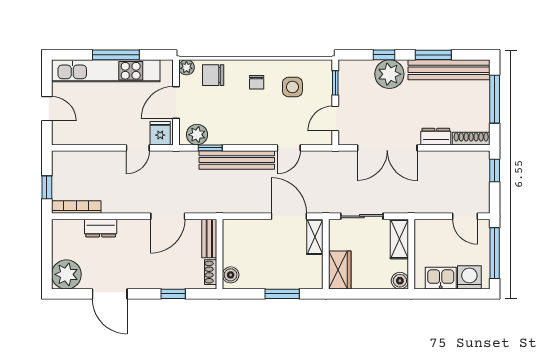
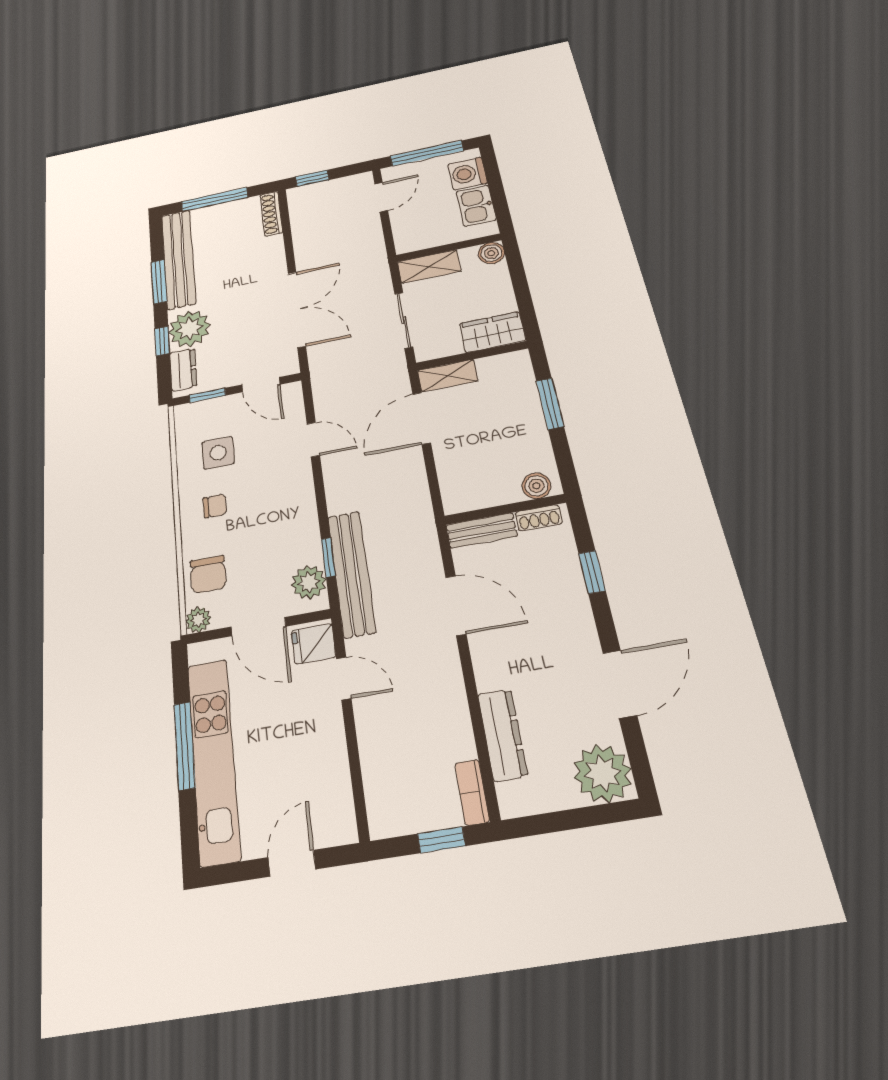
dresser: (436, 137) -> (183, 370), moved, turned 180
bench: (237, 160) -> (351, 573), moved
bookcase: (76, 207) -> (472, 792), width x0.64
dresser: (101, 228) -> (502, 735), width x1.44

